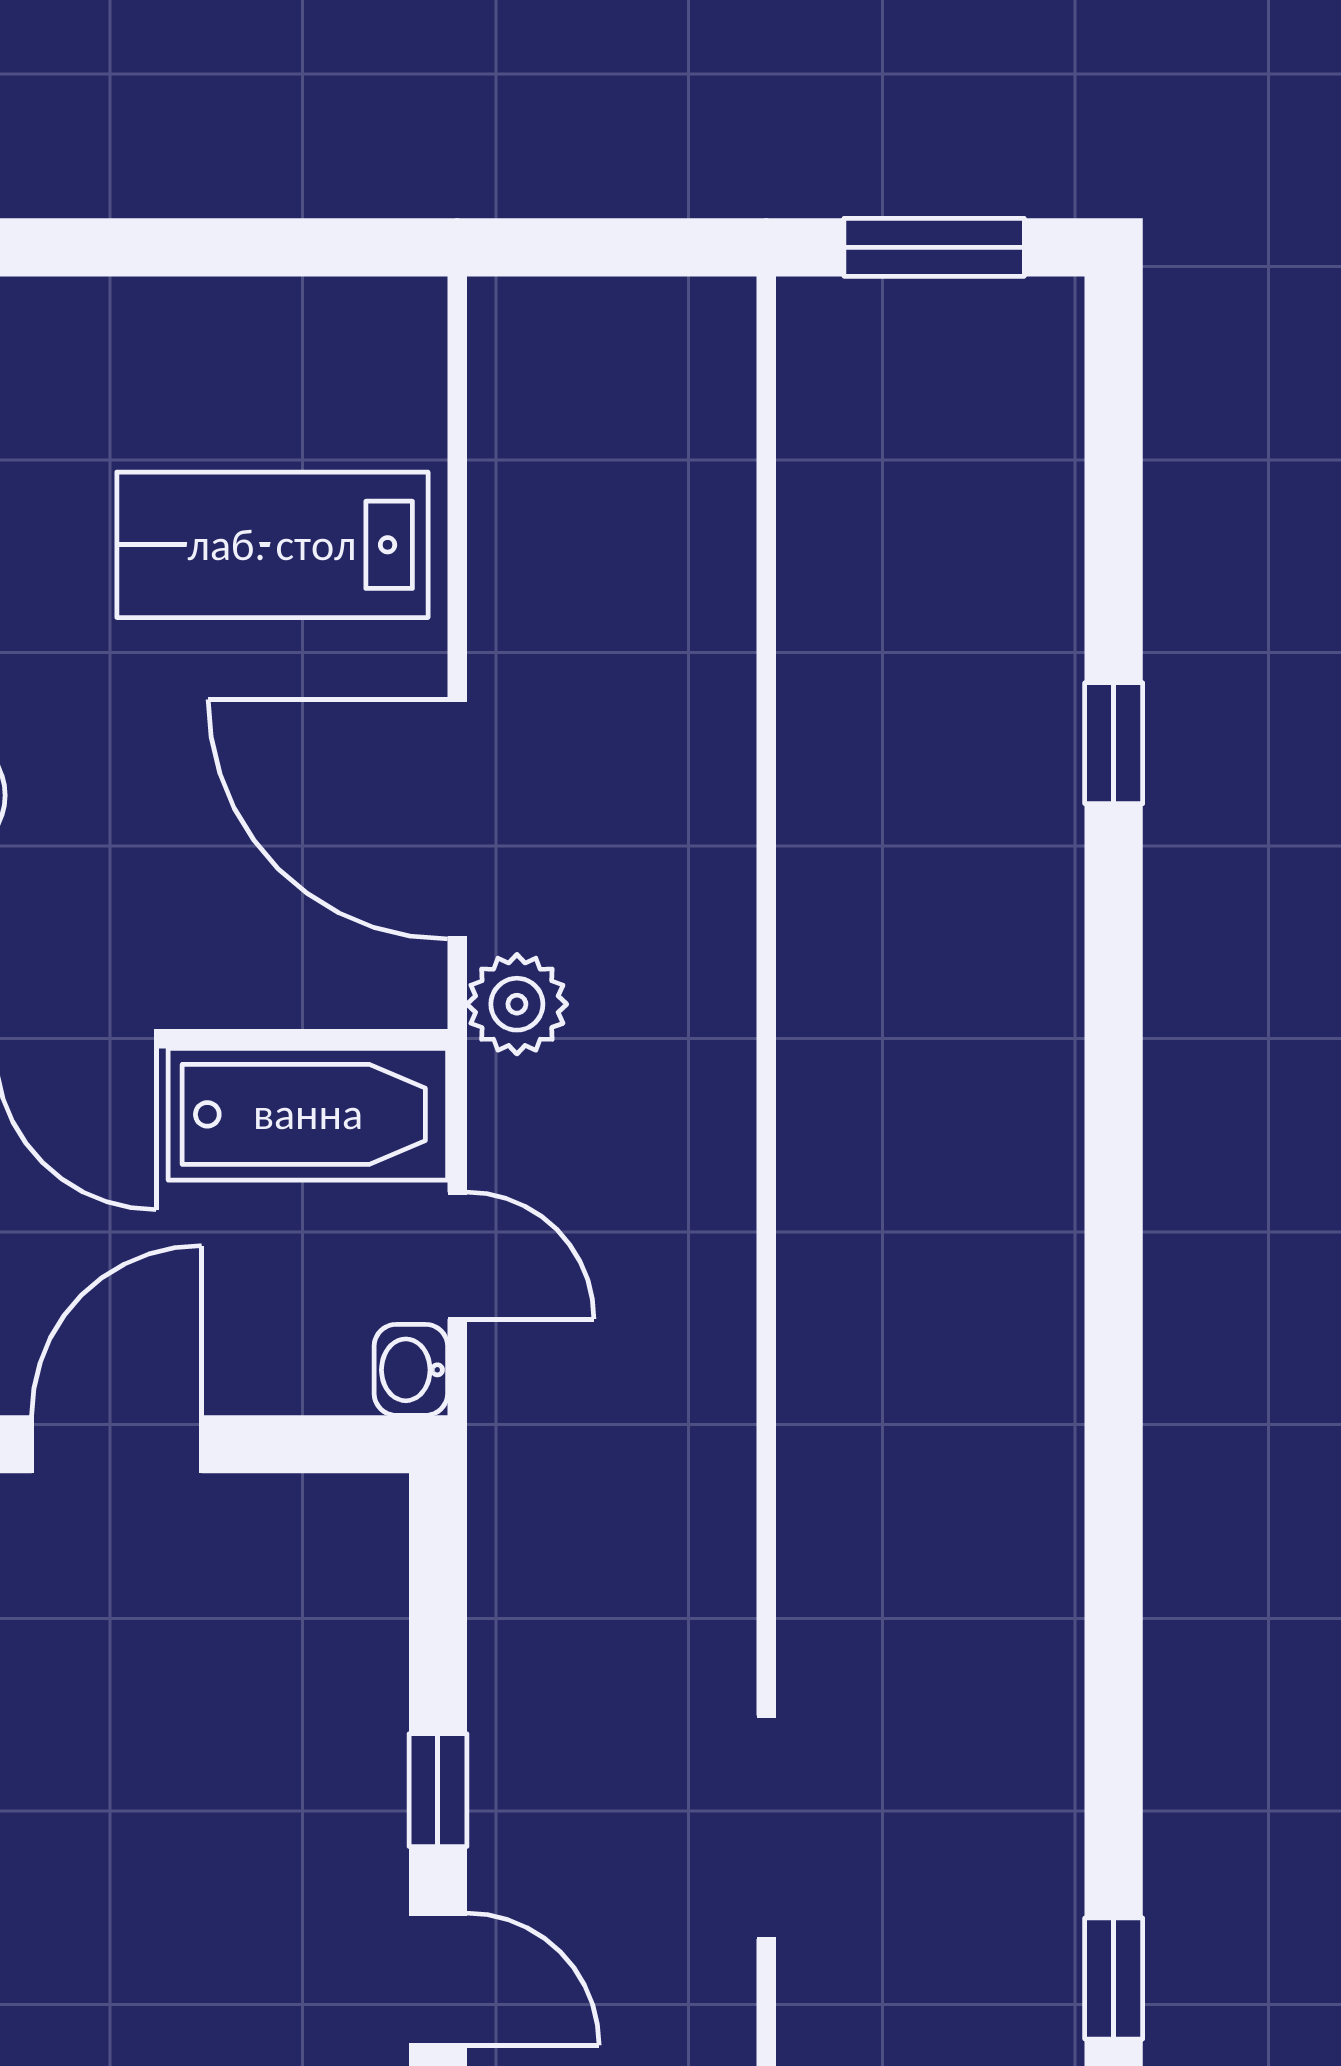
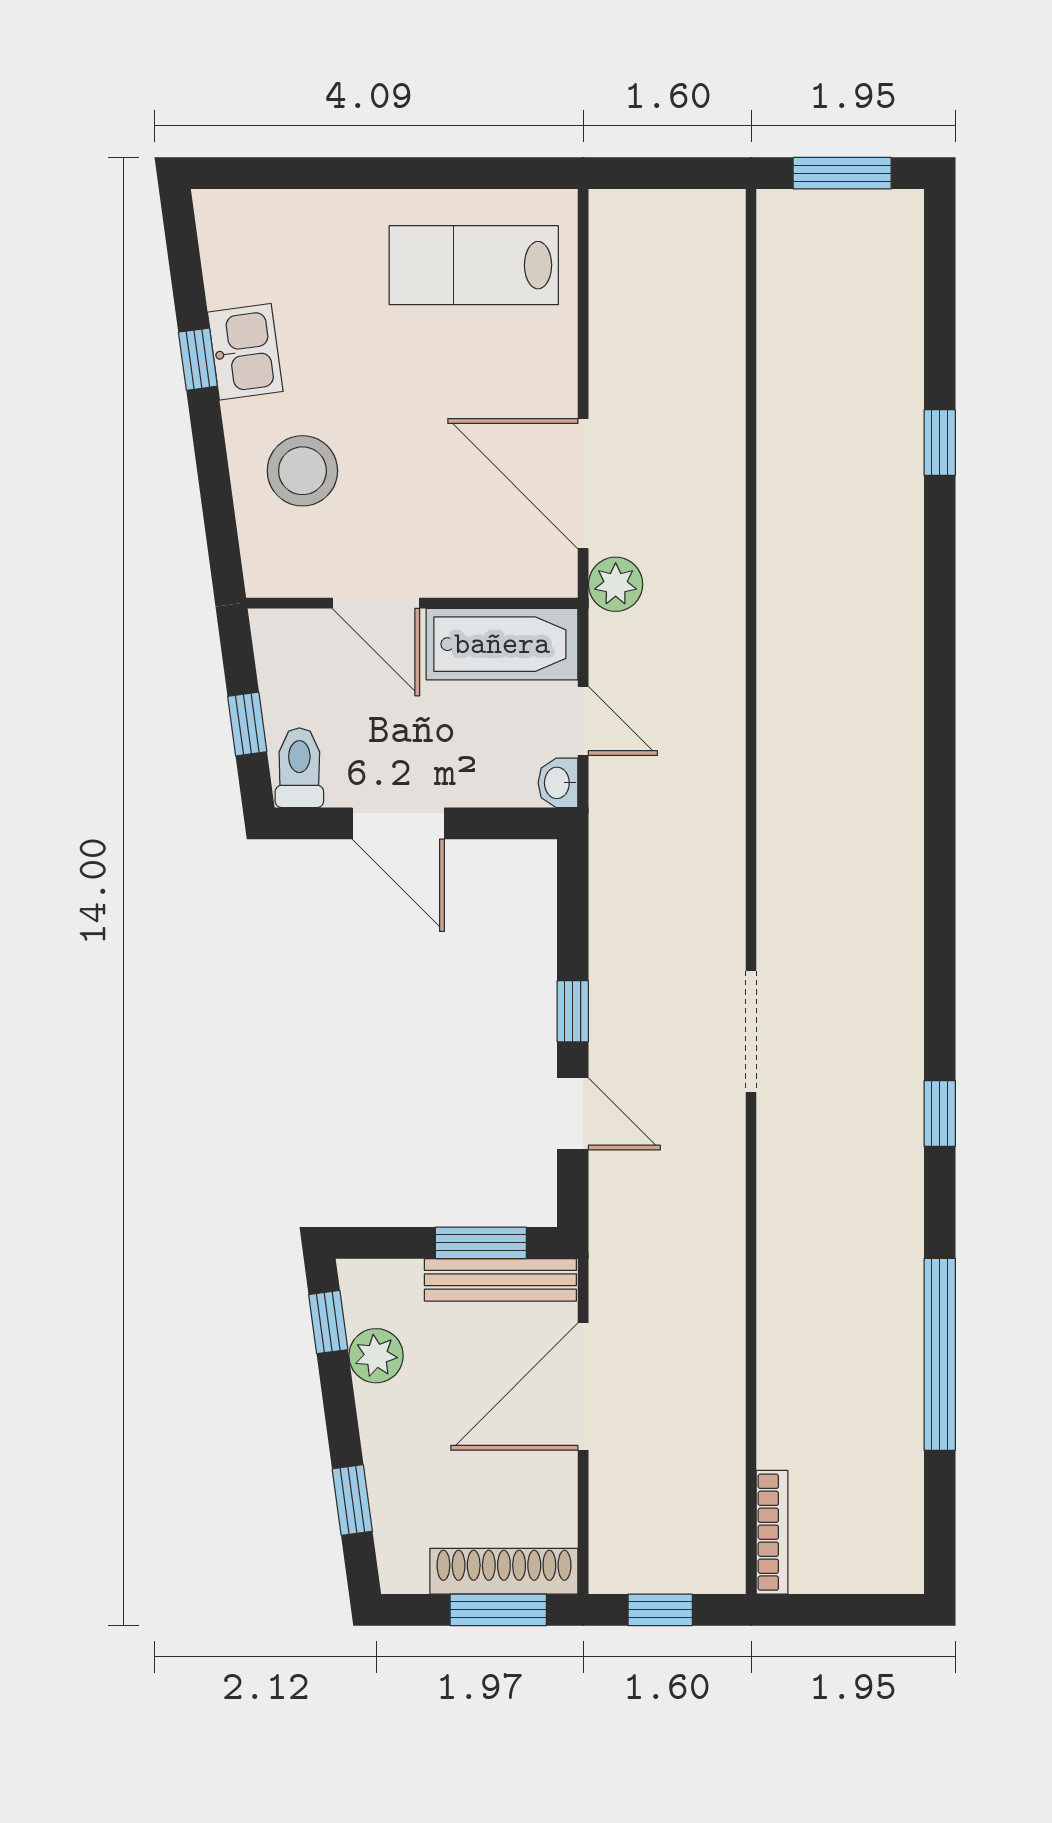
lab bench: (272, 545) -> (474, 265), moved
door: (117, 1444) -> (398, 823), swing flipped

